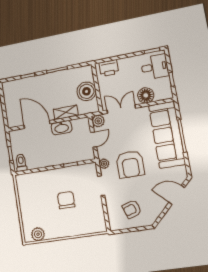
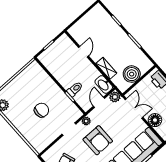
door: (37, 124) -> (84, 52), width x0.53
washbasin: (61, 128) -> (104, 84), moved
door: (94, 140) -> (99, 102), swing flipped
toilet: (21, 163) -> (75, 89), moved
armchair: (130, 164) -> (98, 140), turned -90

